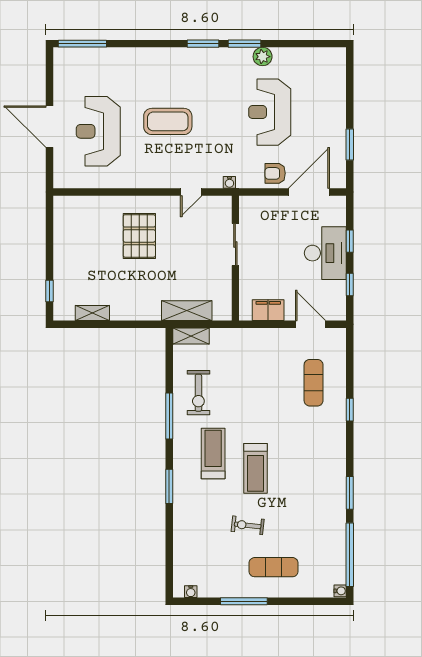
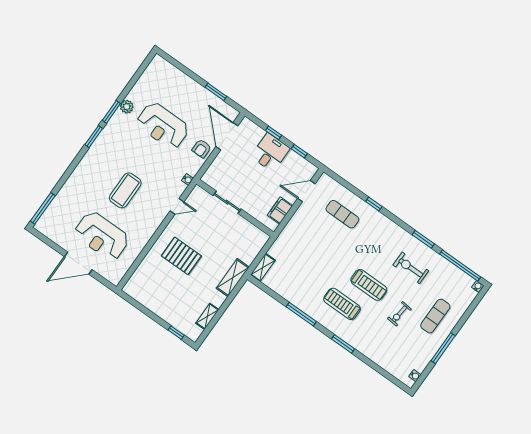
door: (191, 192) -> (177, 206), hinge flipped
desk: (325, 253) -> (270, 152), width x0.73
shelving: (187, 311) -> (233, 278), moved
exercise bike: (198, 393) -> (411, 268), moved, turned 180

